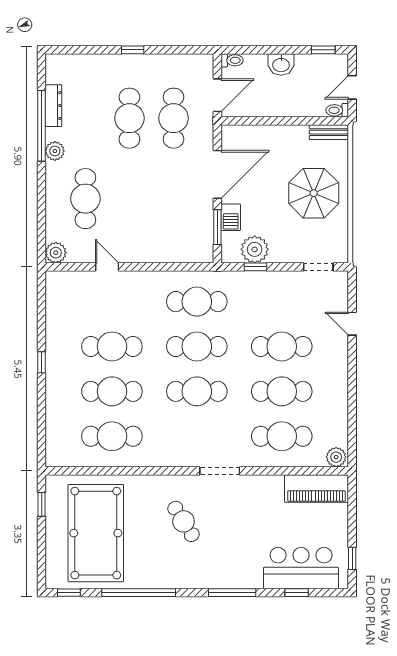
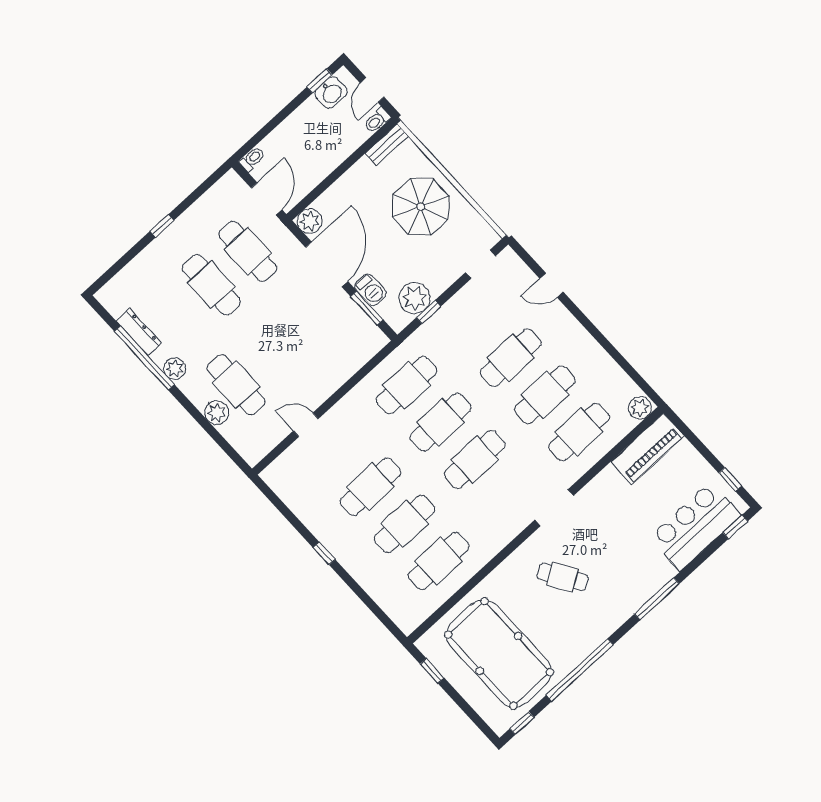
washbasin: (281, 64) -> (331, 93), moved
plant: (232, 136) -> (310, 221), added
plant: (56, 253) -> (217, 413), moved
window: (297, 593) -> (735, 527), moved

